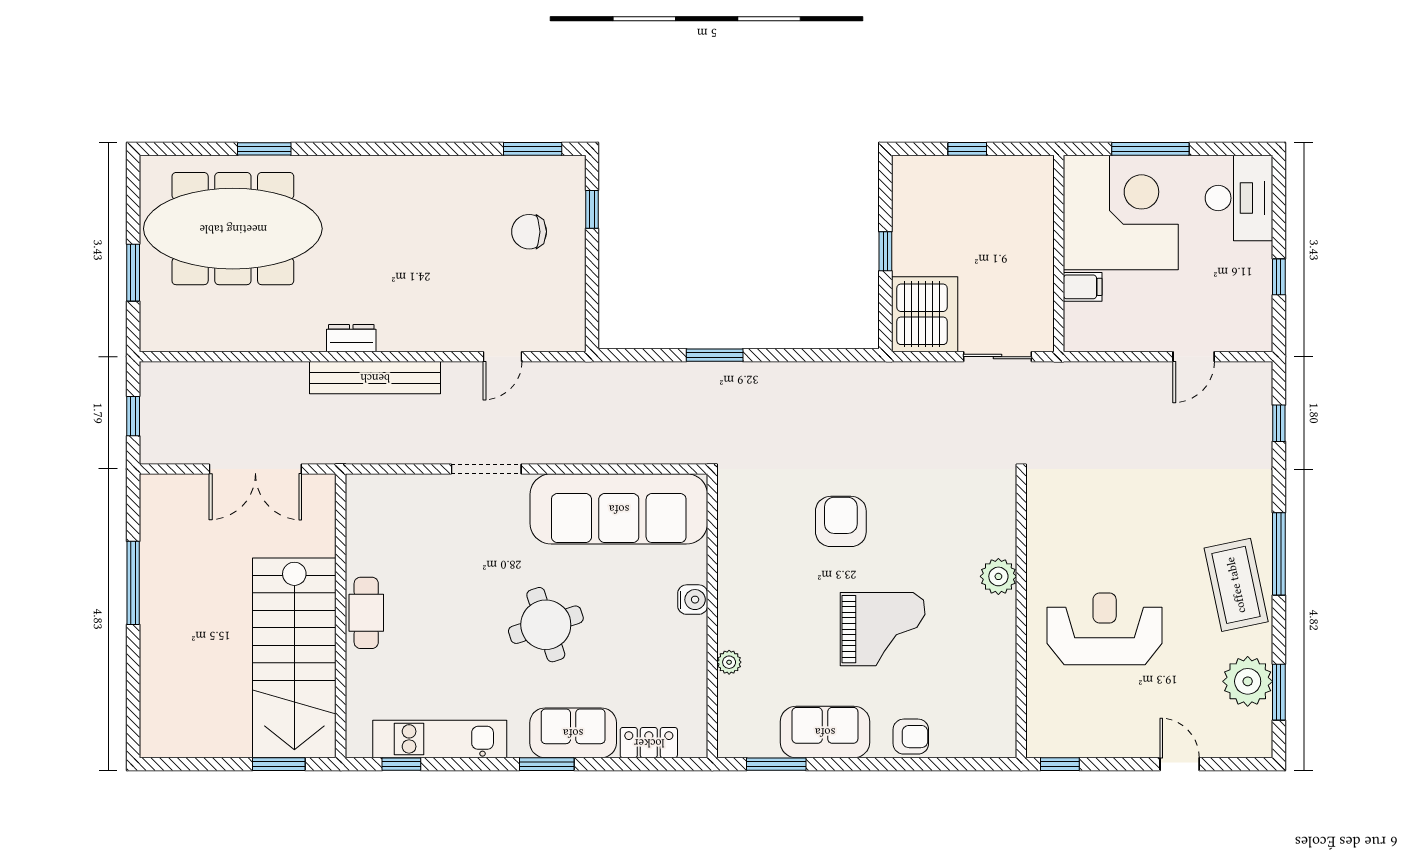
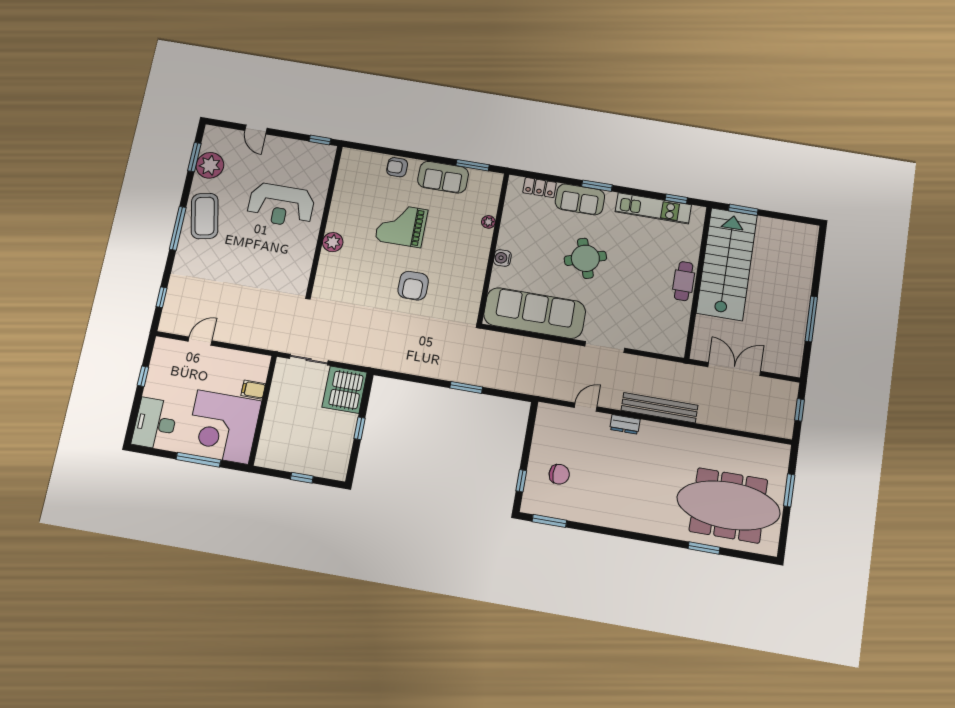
dresser: (351, 338) -> (625, 424), moved

